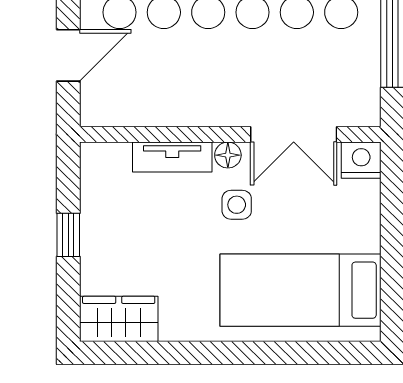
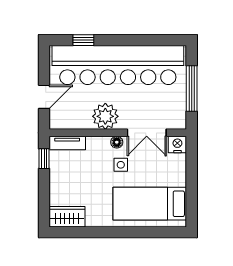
plant: (203, 98) -> (105, 116), added
tv unit: (172, 157) -> (67, 143), moved
window: (68, 235) -> (44, 159), moved

